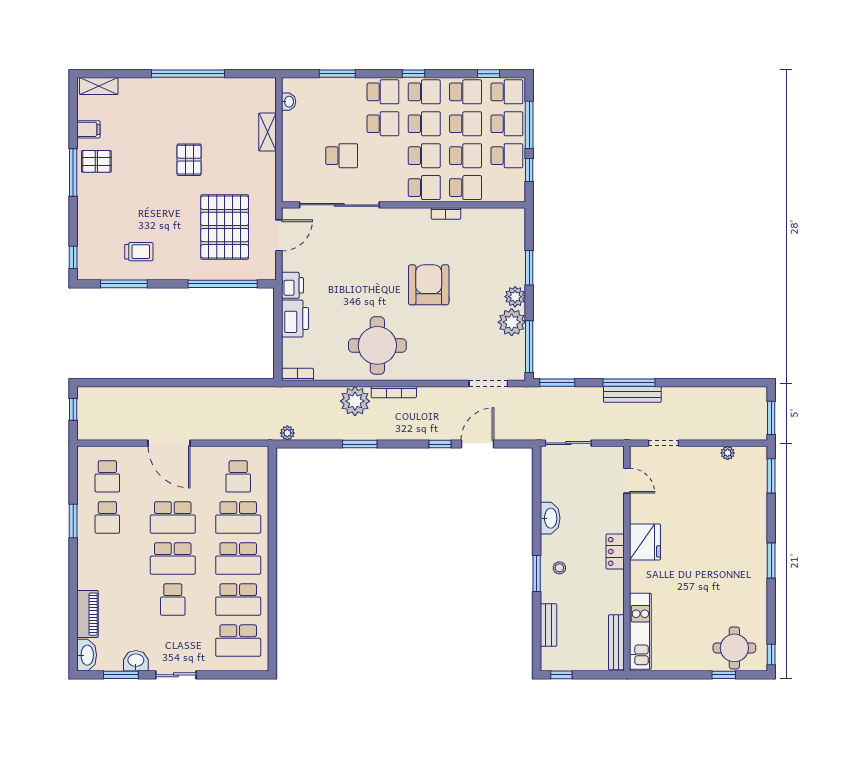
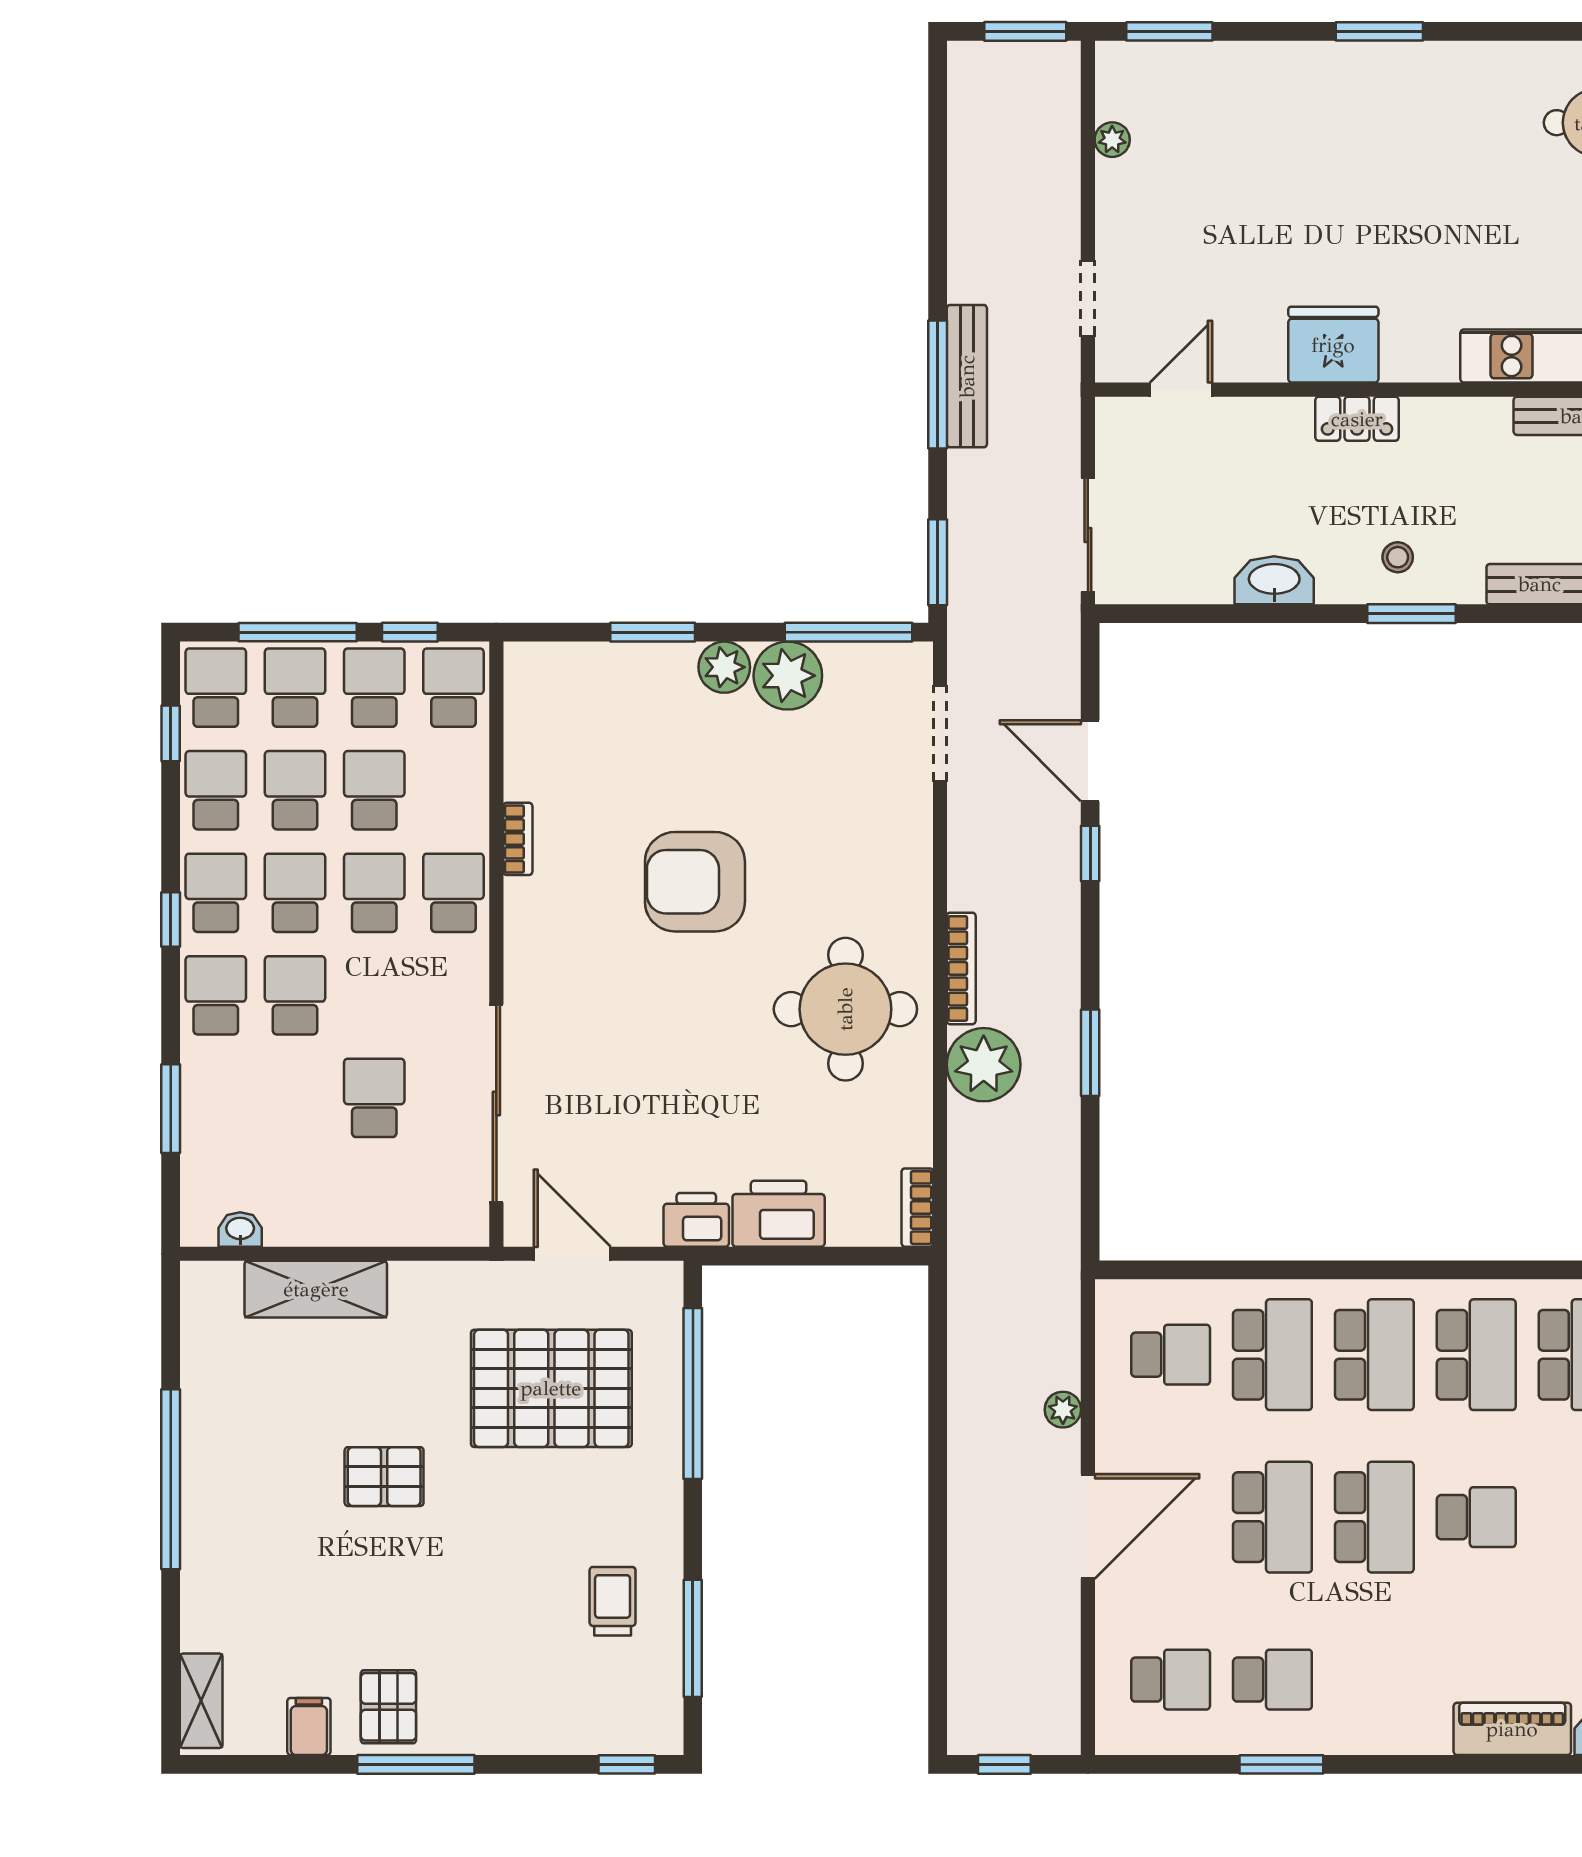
shelving: (267, 132) -> (316, 1289), width x1.50, depth x1.33
school desk: (466, 188) -> (453, 688), moved
plant: (287, 433) -> (1063, 1410), moved

